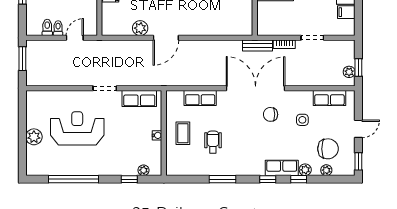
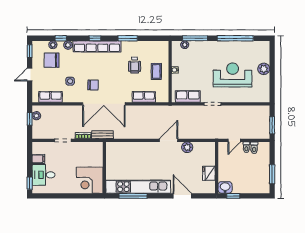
reception desk: (77, 128) -> (233, 75), turned 180
row of seats: (282, 168) -> (97, 46), width x2.02
window: (129, 179) -> (195, 38), width x2.17
window: (299, 179) -> (61, 38), moved

